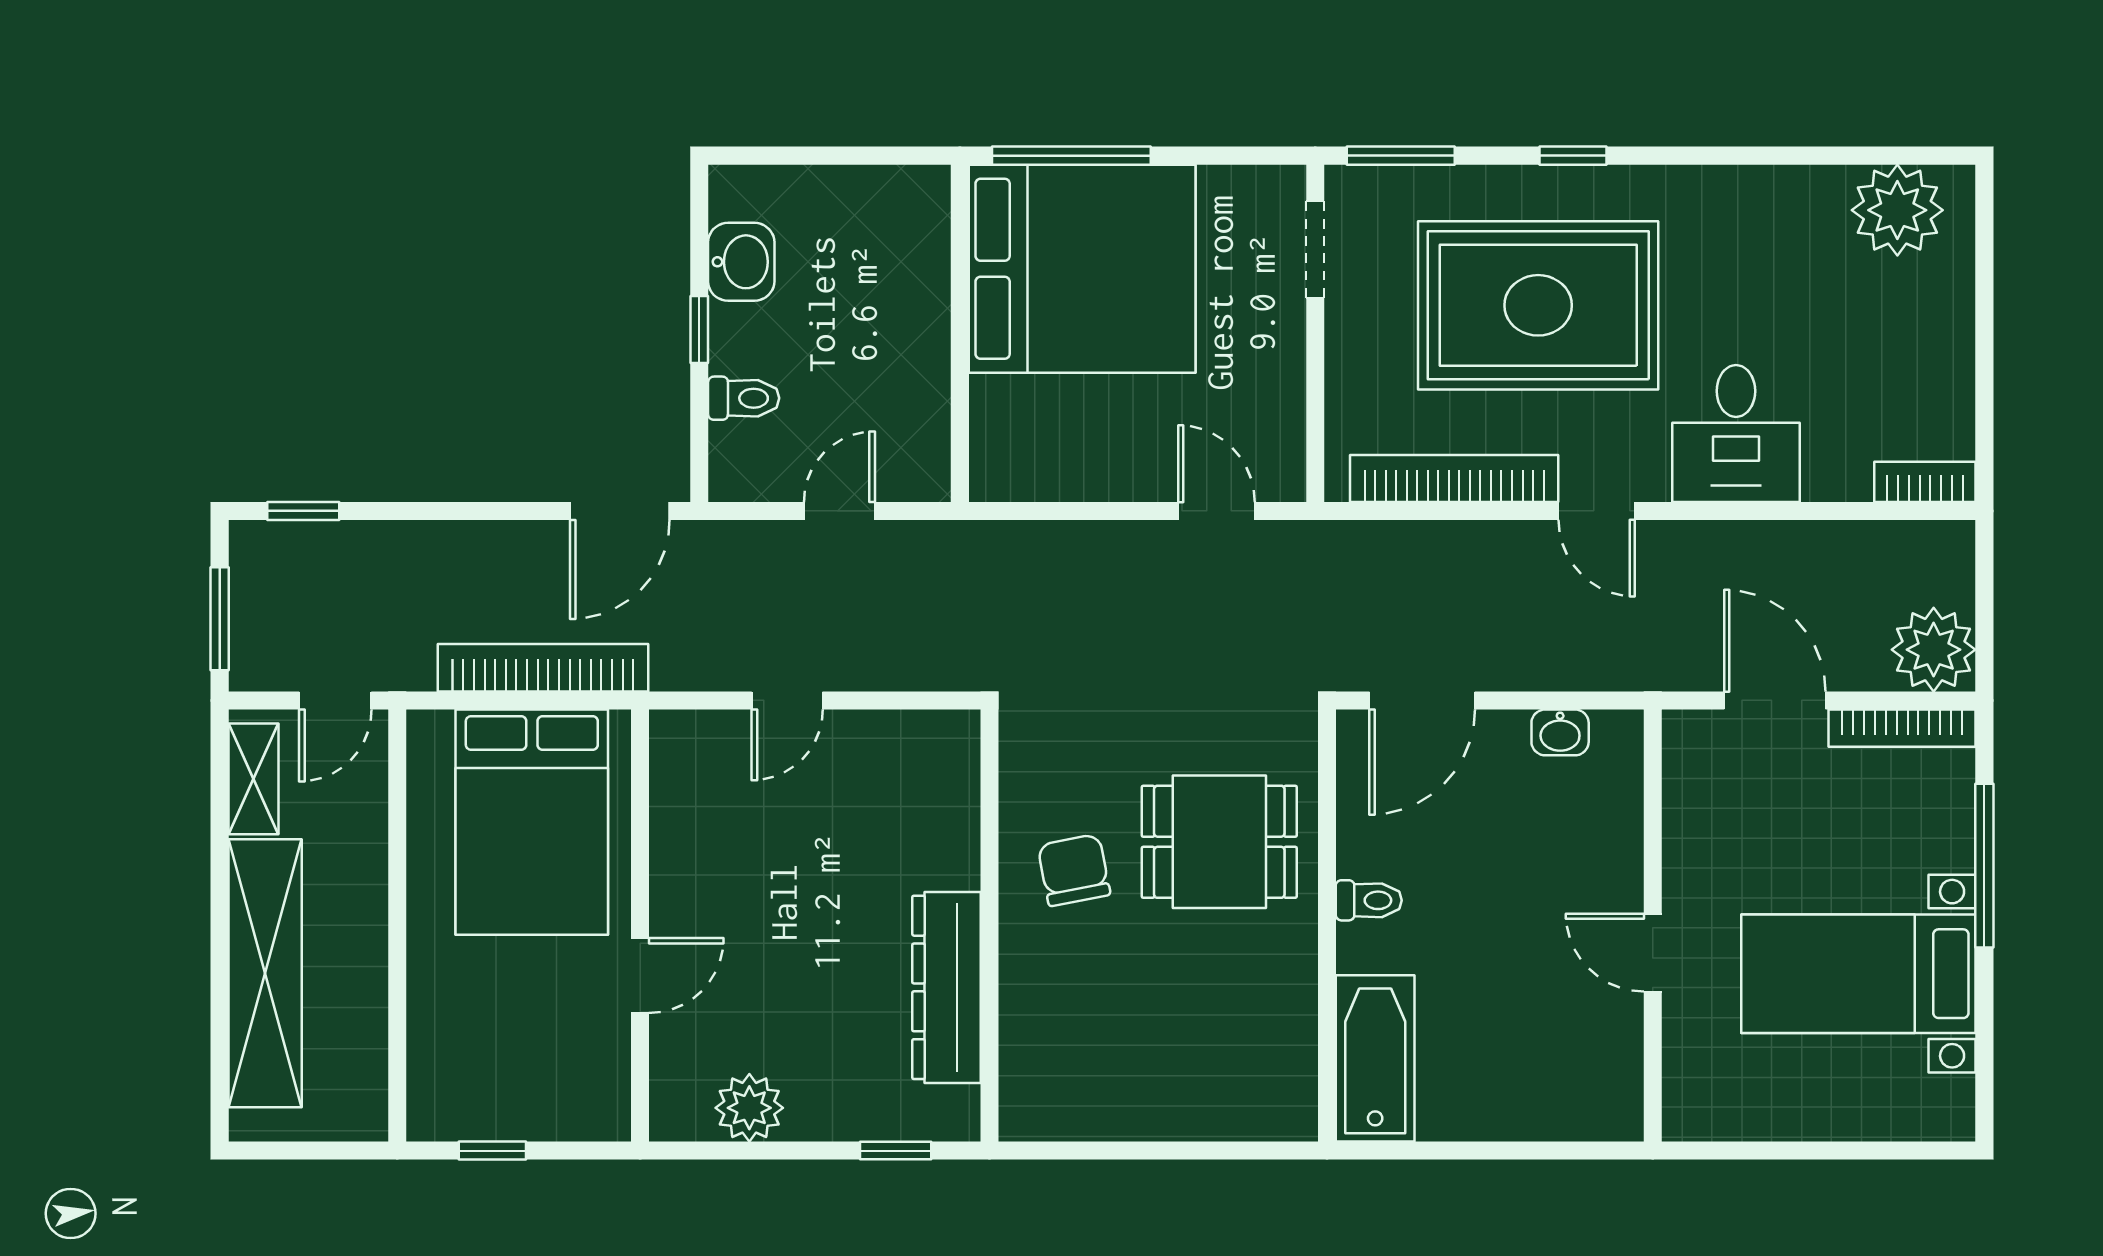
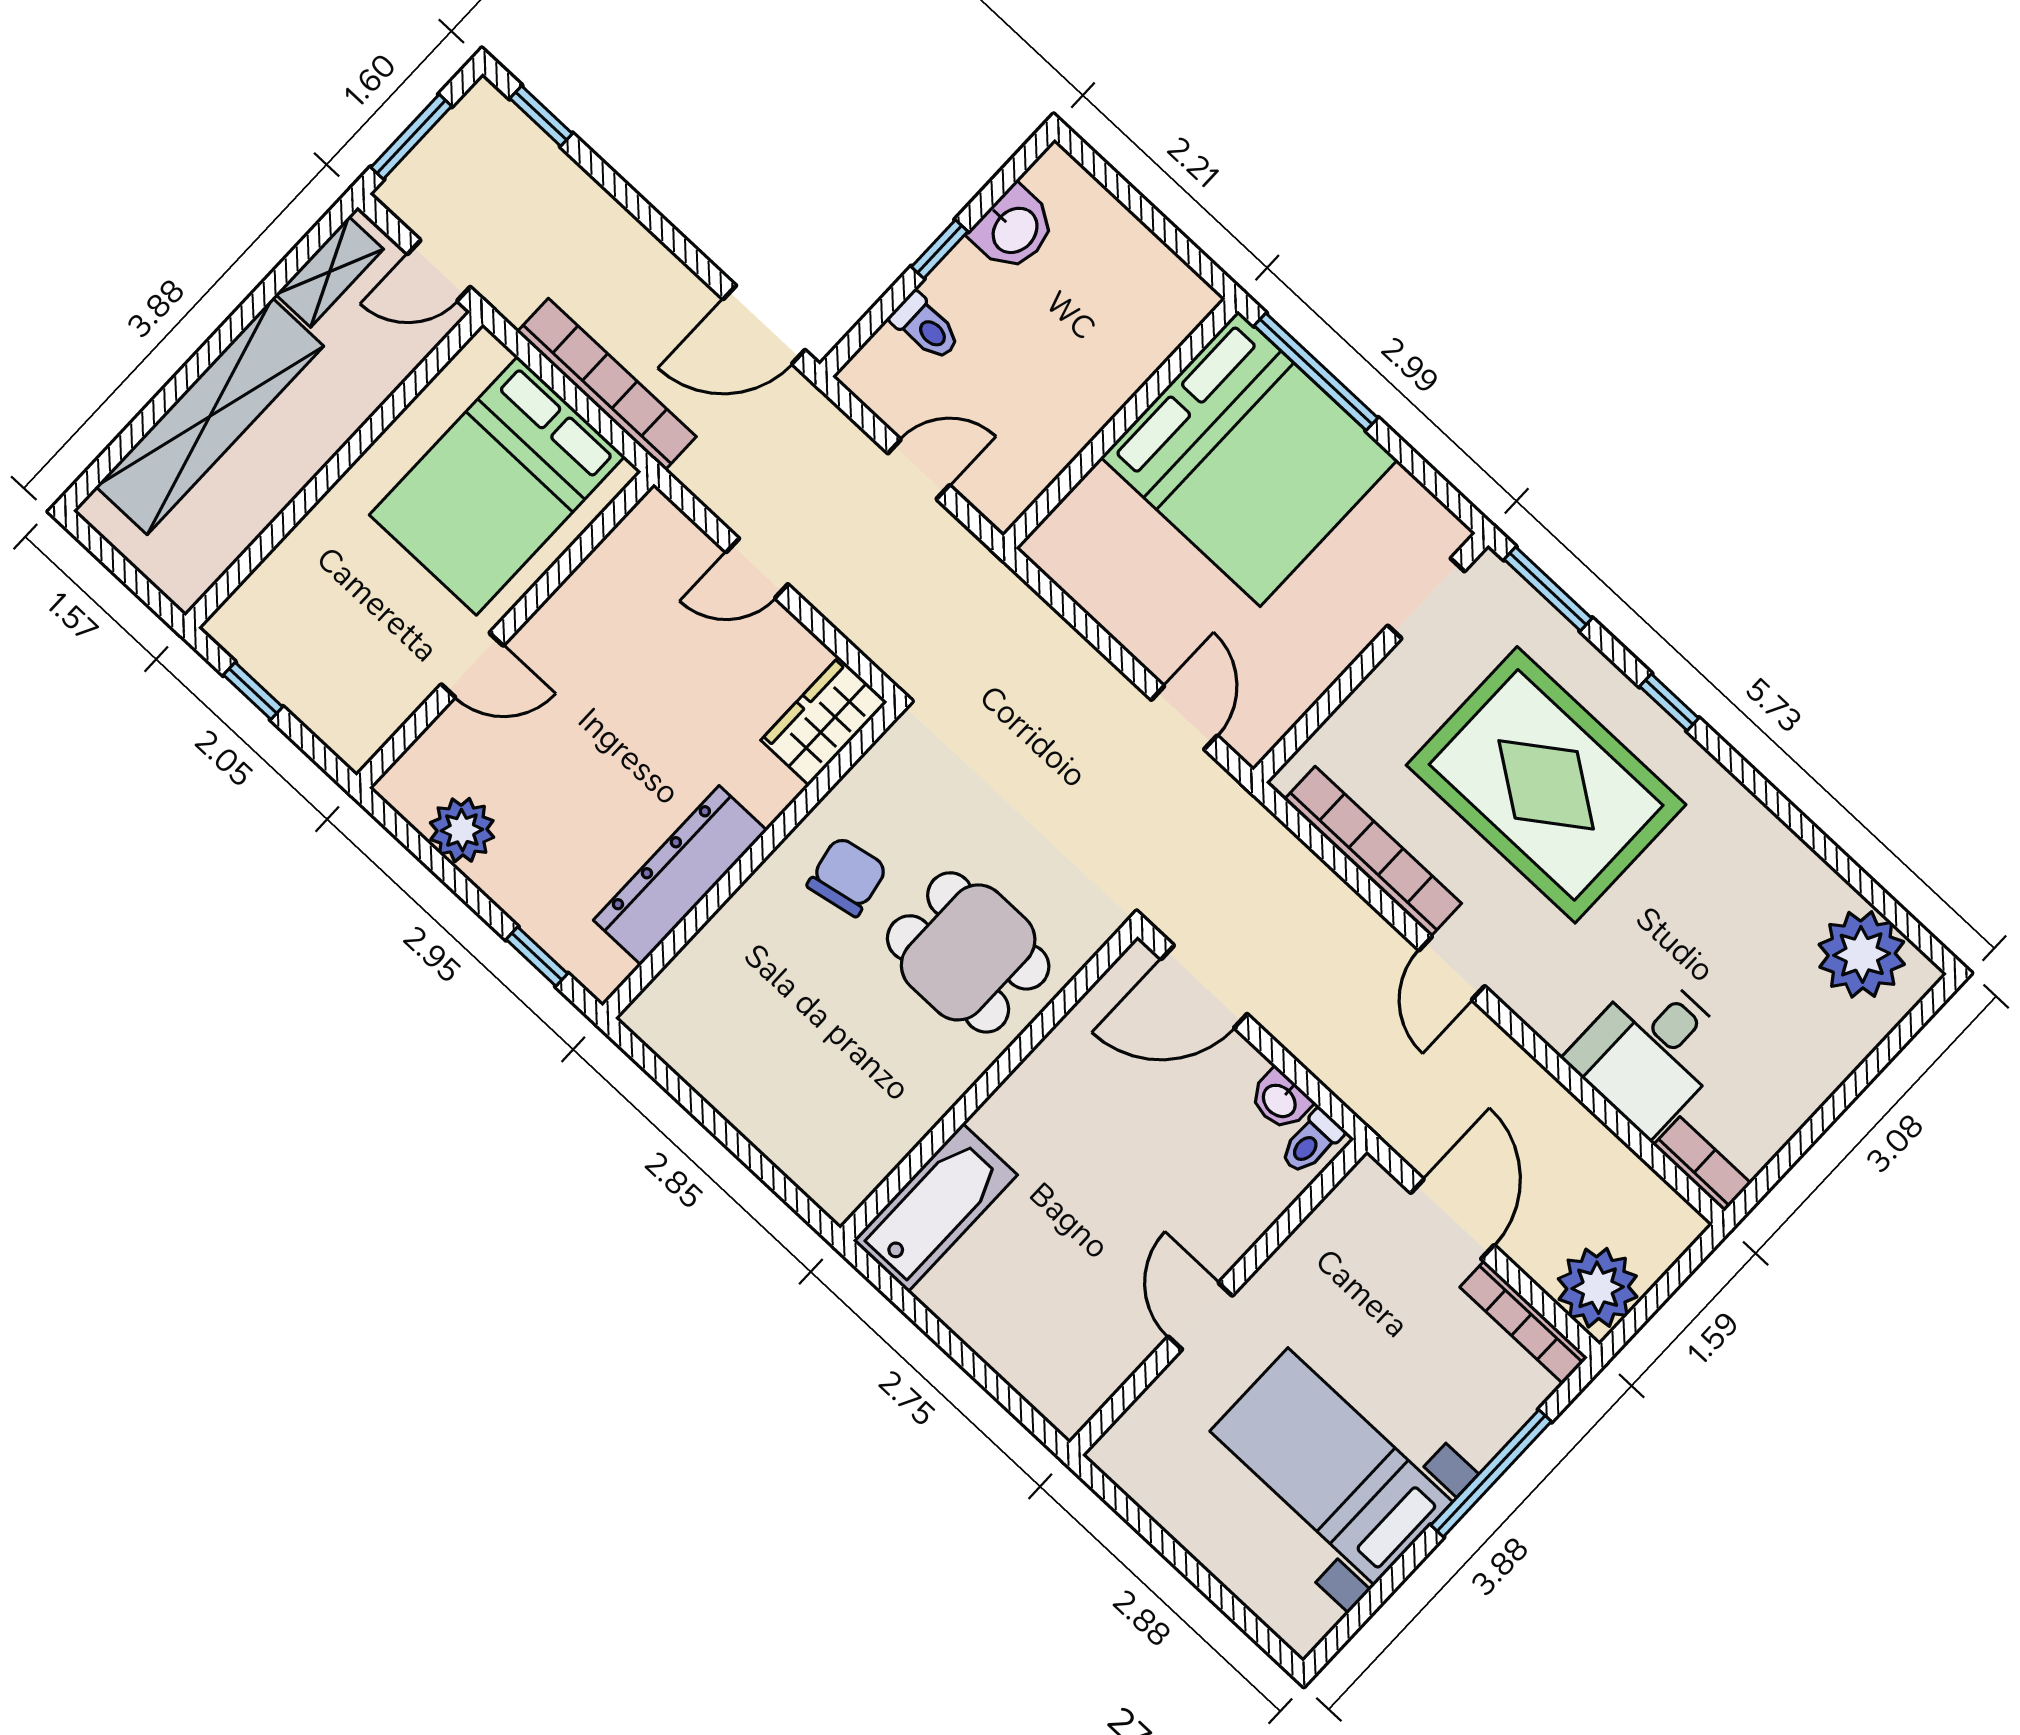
desk: (1736, 434) -> (1650, 1052), moved
wardrobe: (946, 769) -> (824, 721), added
toilet: (1369, 900) -> (1311, 1142), moved, turned 90

